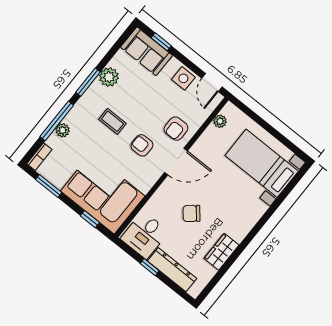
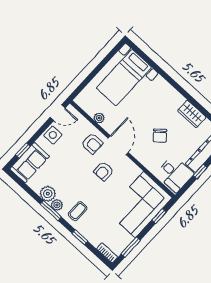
window: (57, 121) -> (80, 237), width x0.46
coffee table: (113, 121) -> (78, 211), moved
plant: (220, 121) -> (99, 118), moved
plant: (63, 130) -> (57, 205), moved

